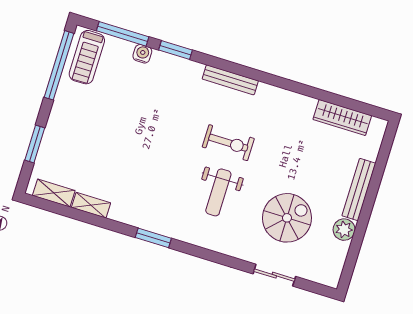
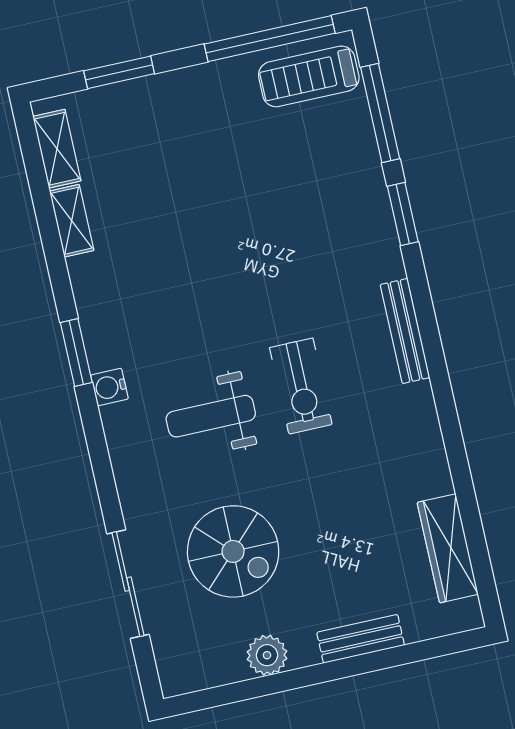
water cooler: (142, 54) -> (110, 387), moved, turned 180
bench: (359, 190) -> (361, 639), width x0.73
sliding door: (274, 275) -> (128, 584), width x1.37

